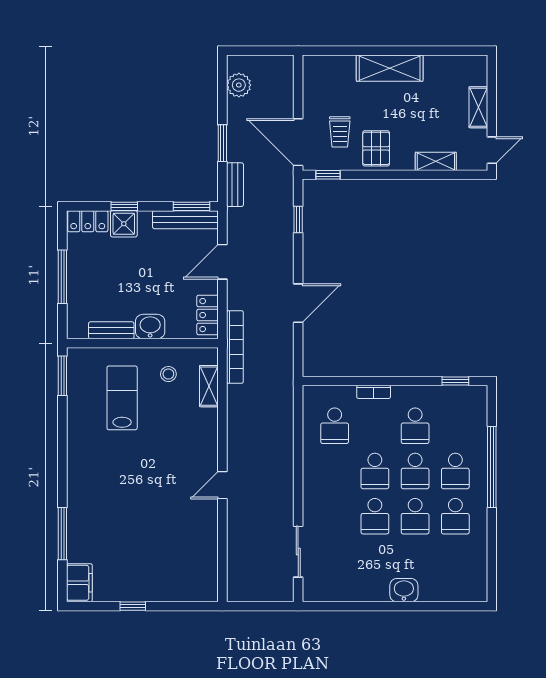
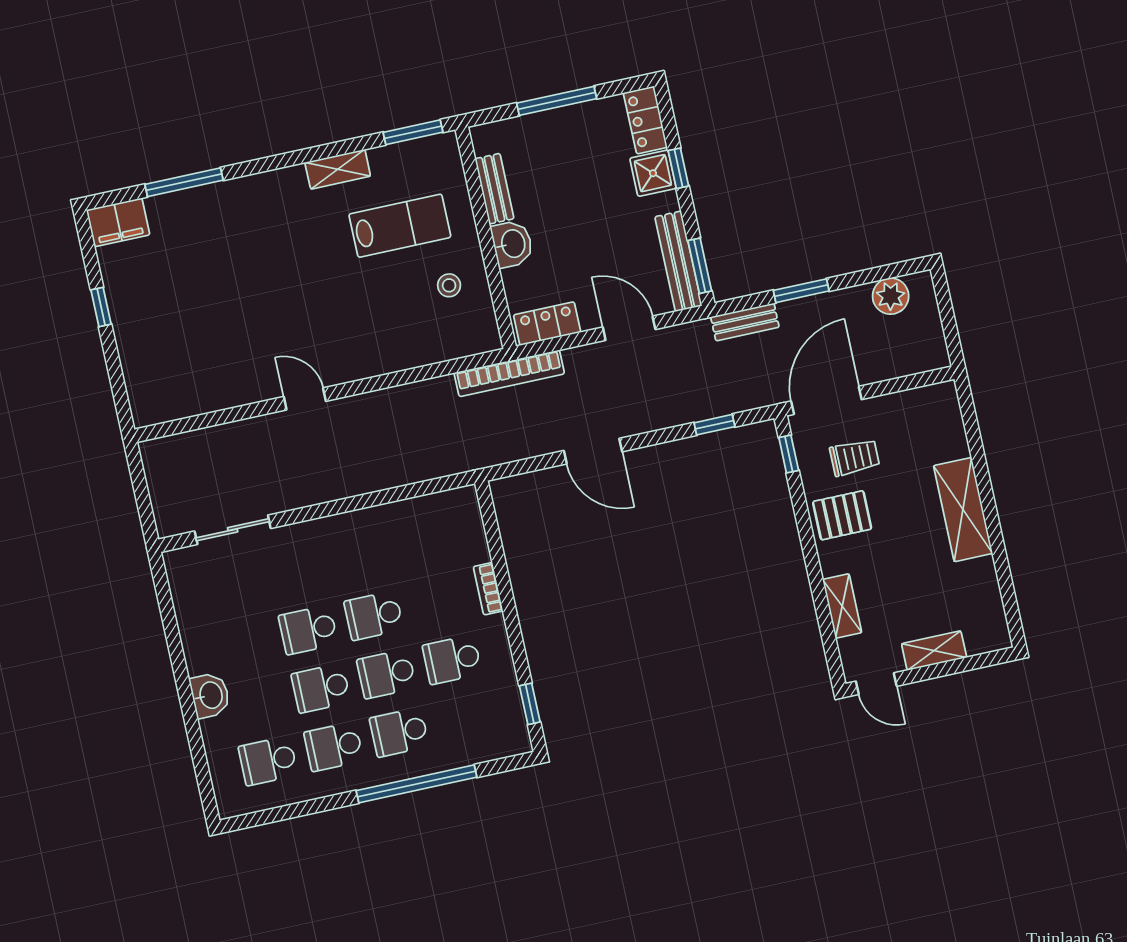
trolley: (340, 132) -> (855, 457), turned 180
shelving: (209, 386) -> (338, 169), moved
school desk: (335, 426) -> (268, 761), moved

